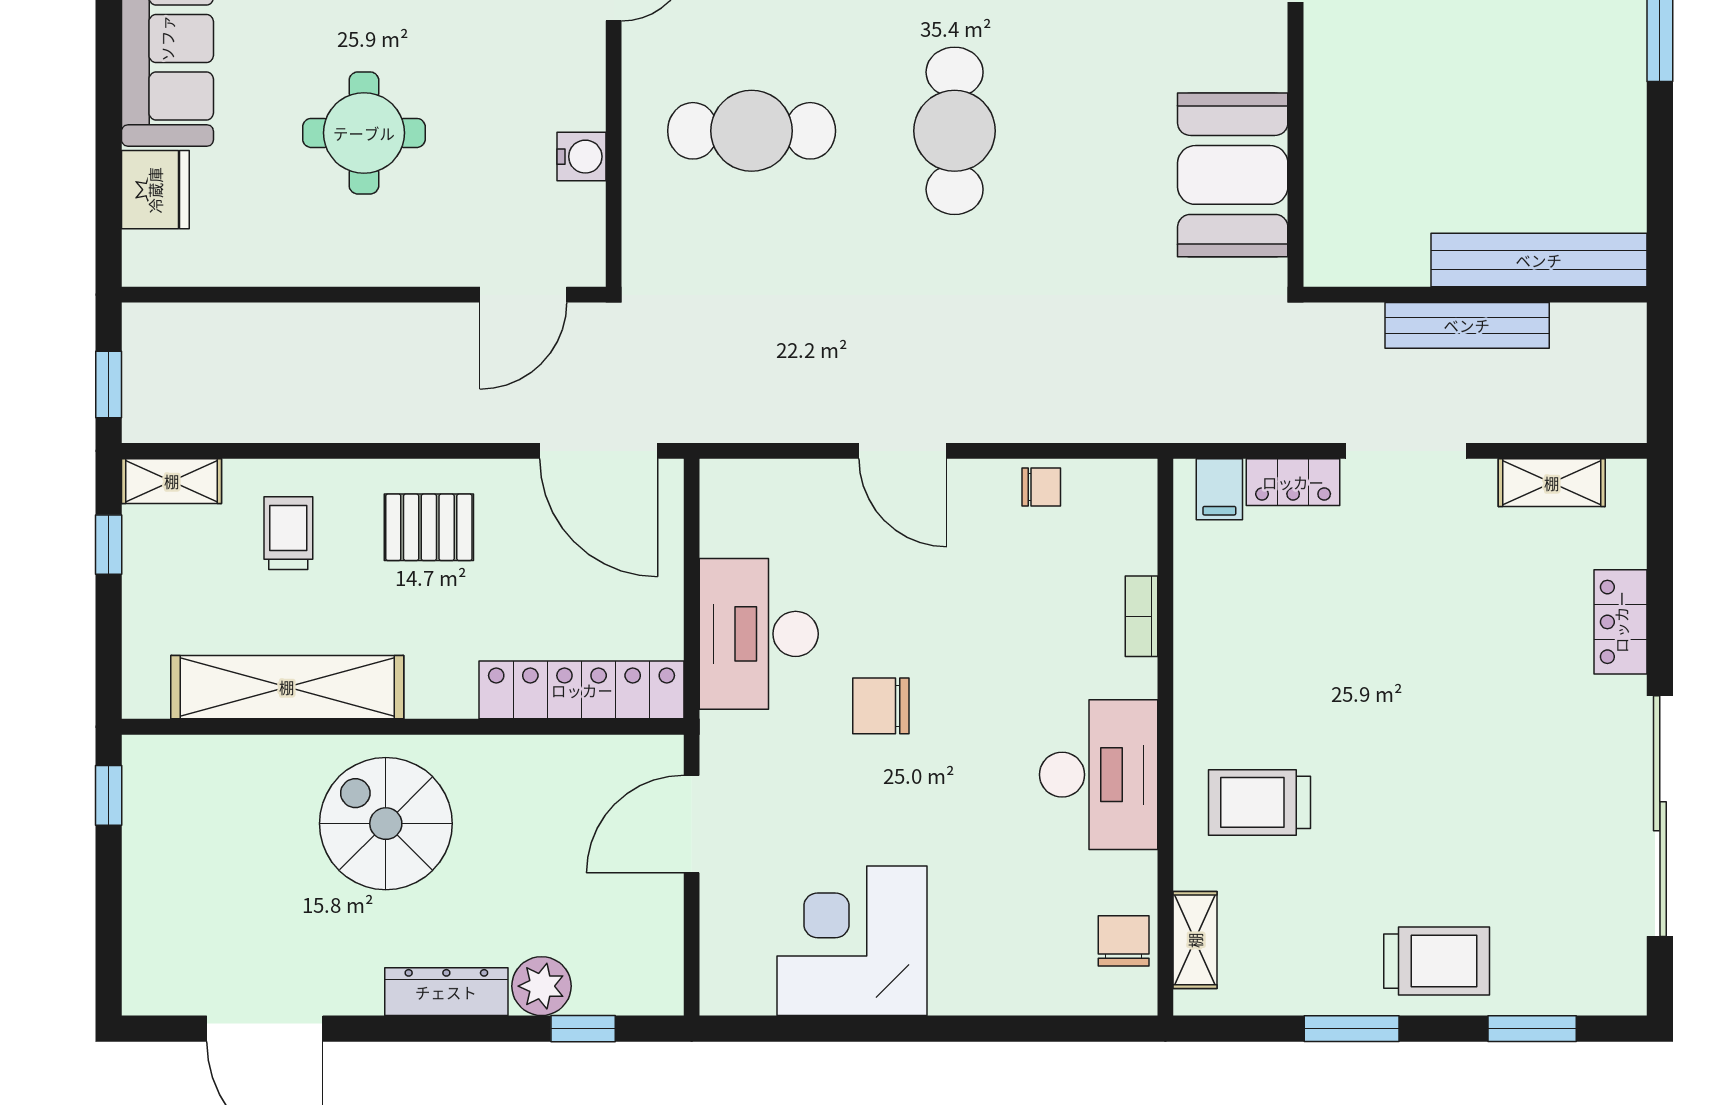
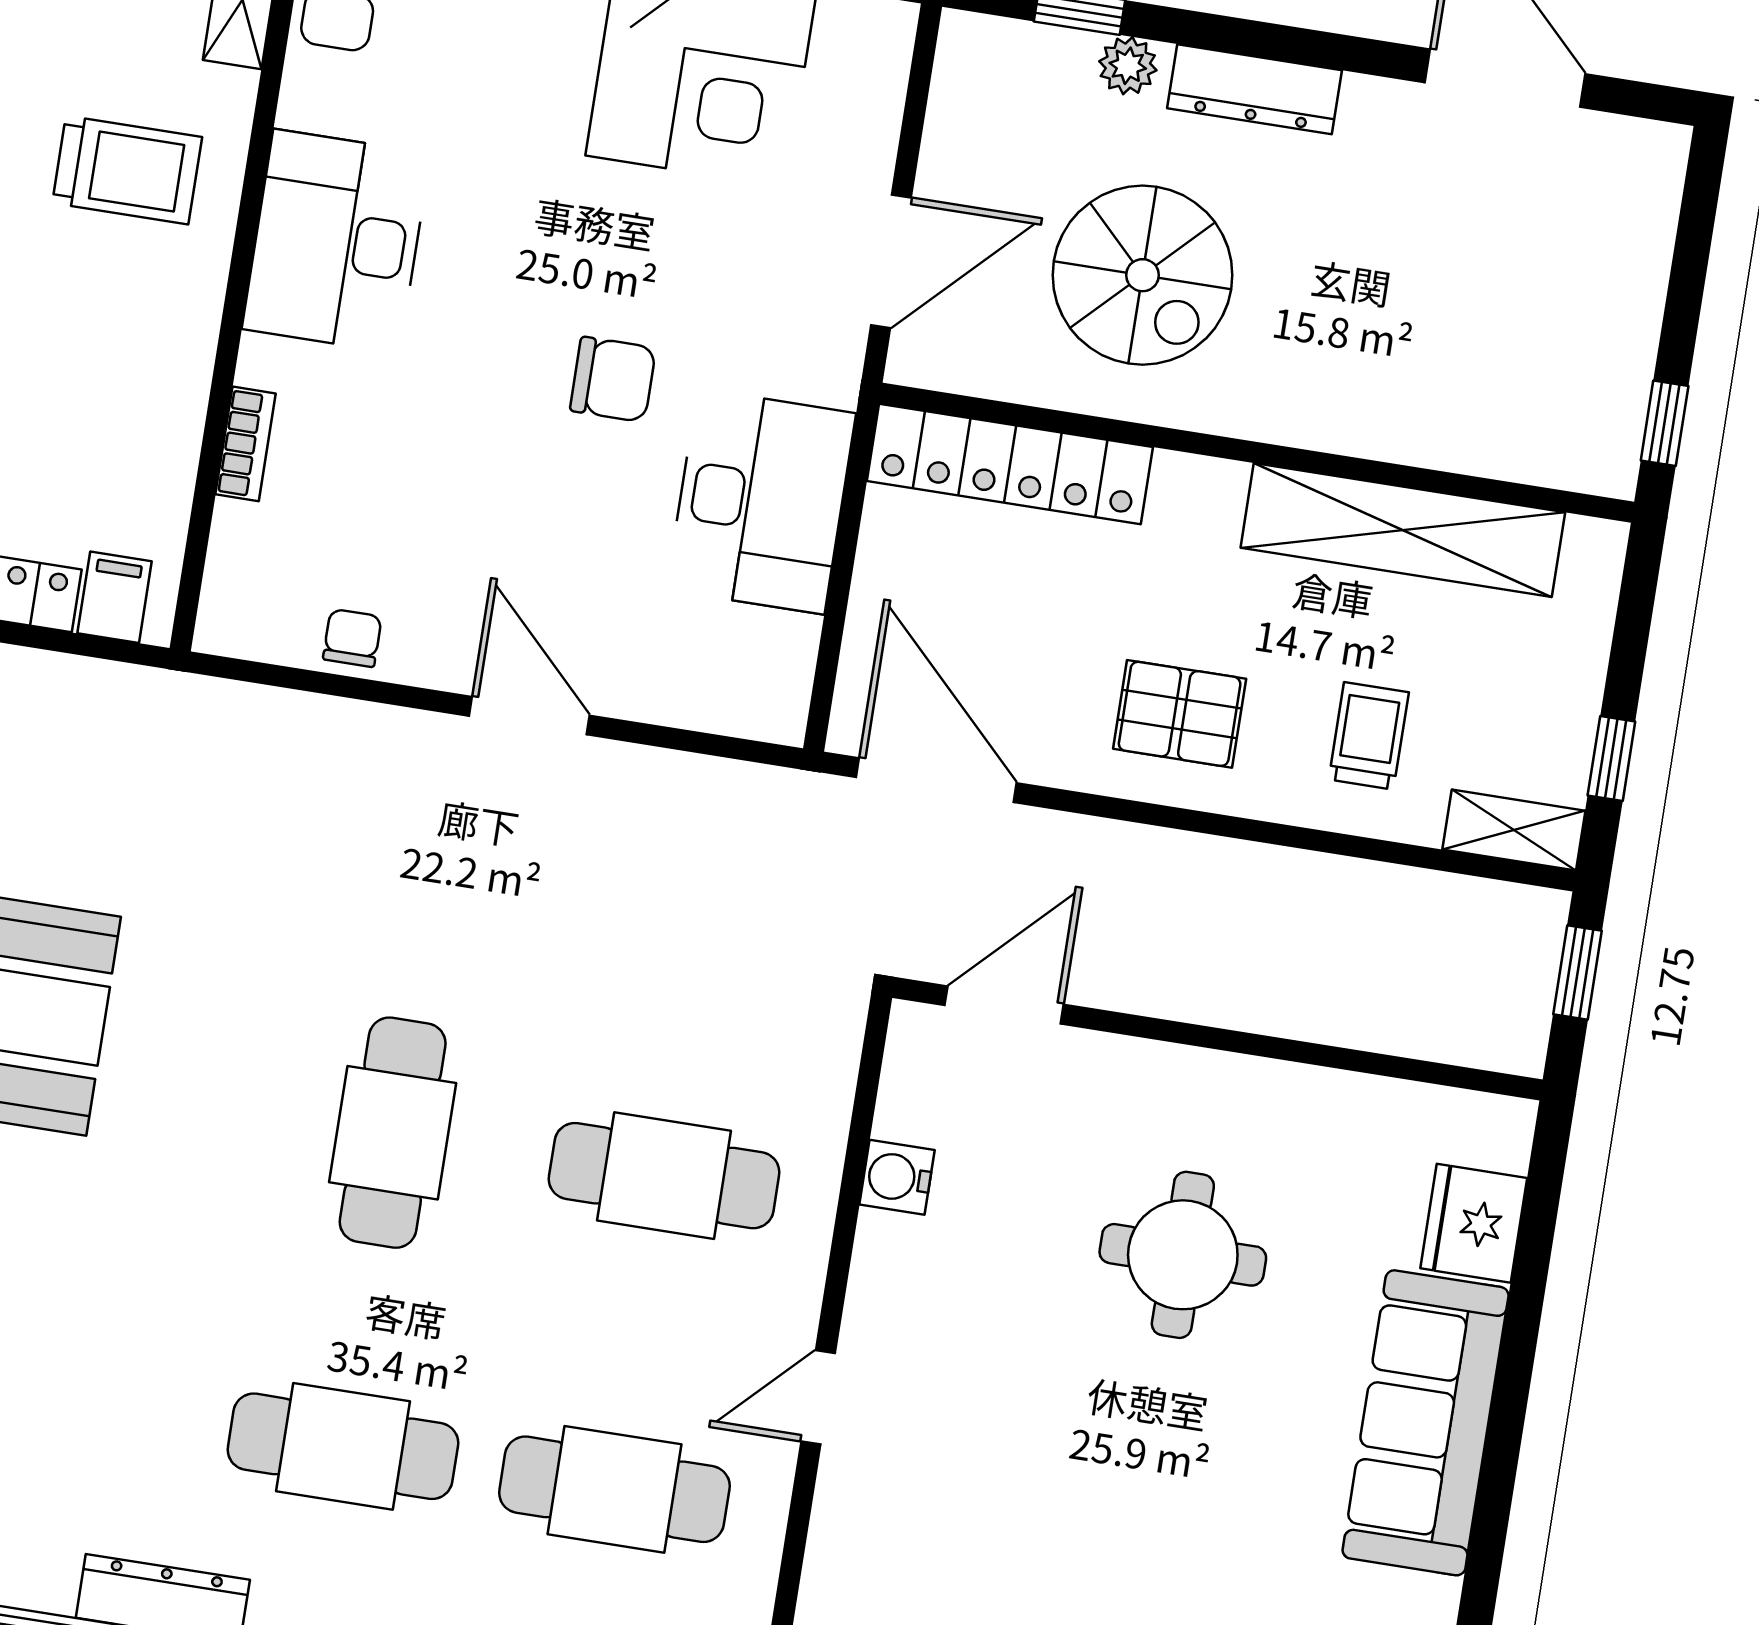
chair: (1041, 487) -> (352, 638), turned 90
trolley: (288, 533) -> (1369, 736), turned 180
spiral stairs: (386, 824) -> (1143, 275), moved
plant: (542, 986) -> (1128, 66), width x0.73, depth x0.73

